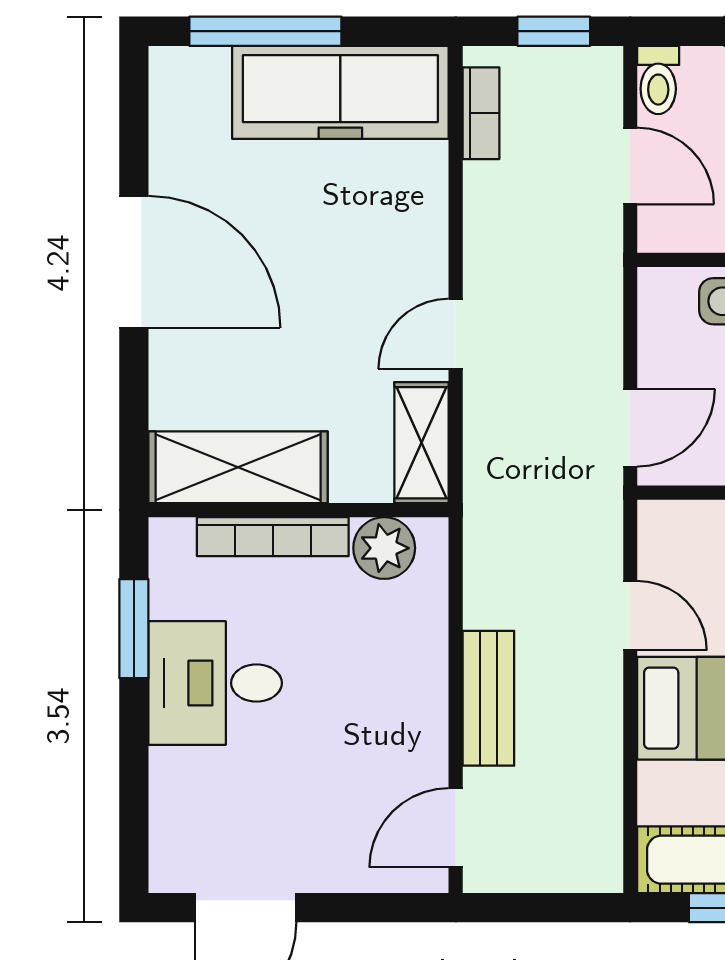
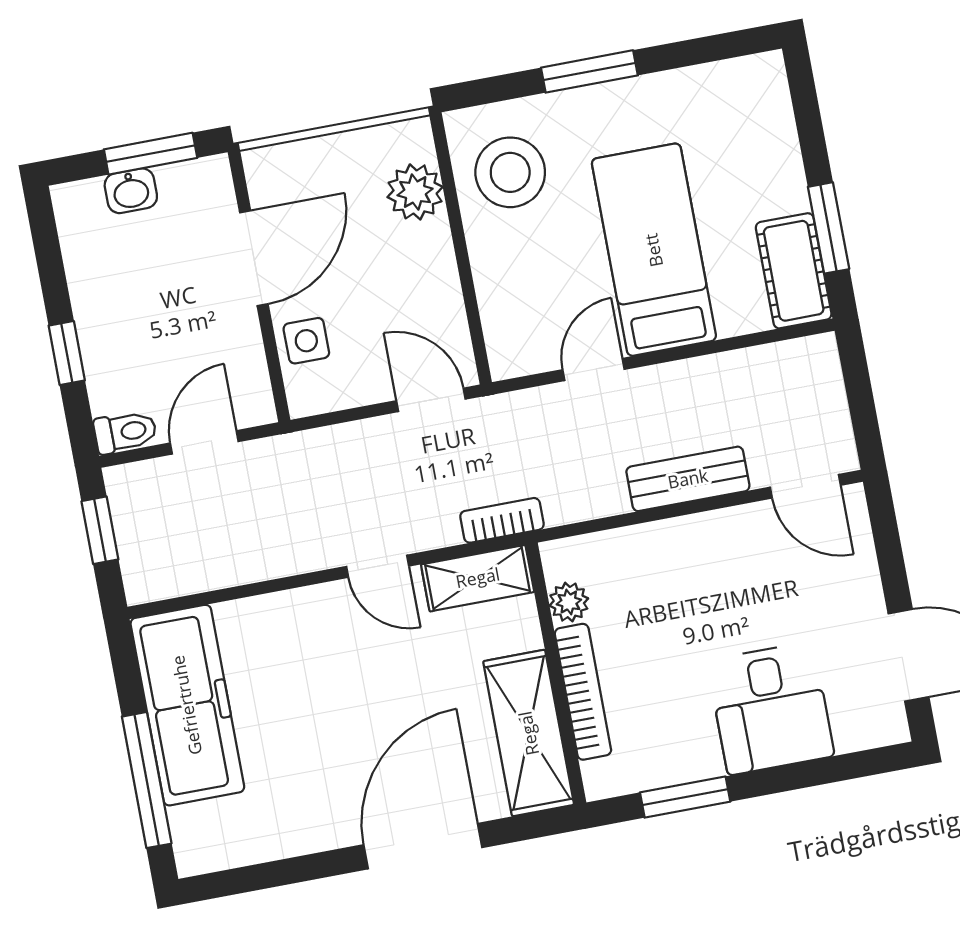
bookcase: (481, 113) -> (502, 520), moved
door: (134, 262) -> (423, 846), moved
plant: (384, 548) -> (569, 602), width x0.73, depth x0.73
desk: (215, 683) -> (771, 708), moved

